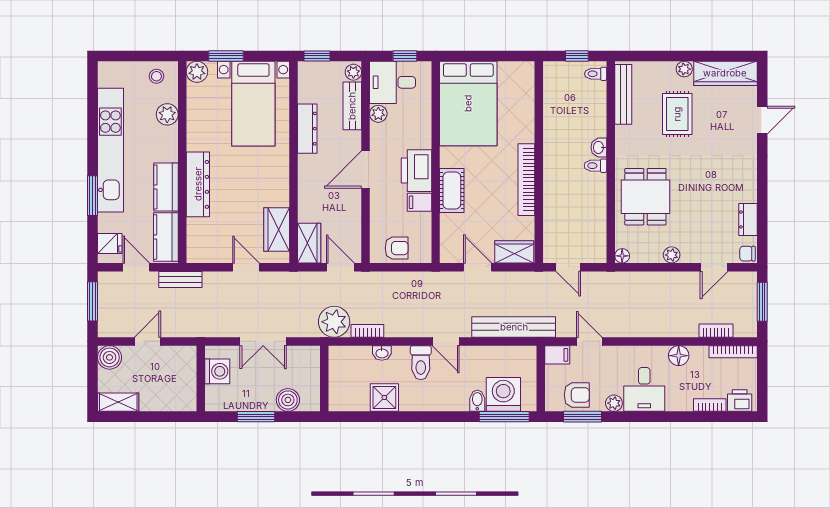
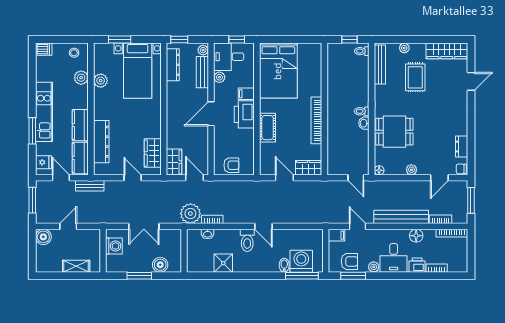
plant: (684, 69) -> (404, 48), moved
dishwasher: (110, 71) -> (44, 49), added
plant: (197, 72) -> (101, 81), moved
dresser: (307, 129) -> (173, 65), moved
washbasin: (599, 147) -> (364, 123), moved
kitchen unit: (110, 150) -> (44, 112), width x0.73
dresser: (198, 184) -> (101, 142), moved
dining table: (645, 197) -> (394, 132), turned 90
filing cabinet: (419, 202) -> (246, 94), moved
door: (568, 267) -> (356, 178), moved
bench: (514, 327) -> (401, 217), moved
washbasin: (382, 353) -> (208, 234), moved
printer: (740, 401) -> (417, 265), moved
shelving: (118, 402) -> (76, 266), moved

